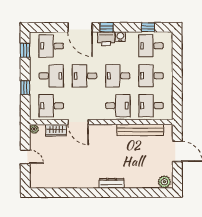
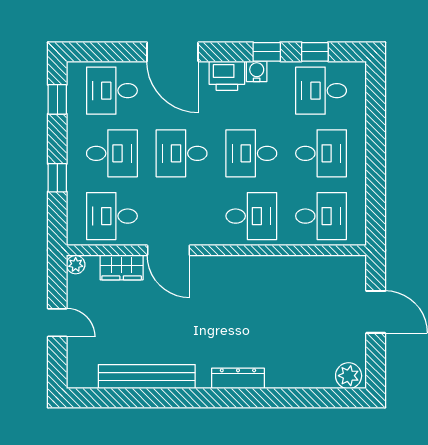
window: (107, 27) -> (267, 52), moved
desk: (151, 76) -> (321, 153), turned 180
desk: (151, 106) -> (321, 216), turned 180
bench: (140, 130) -> (147, 377), moved

